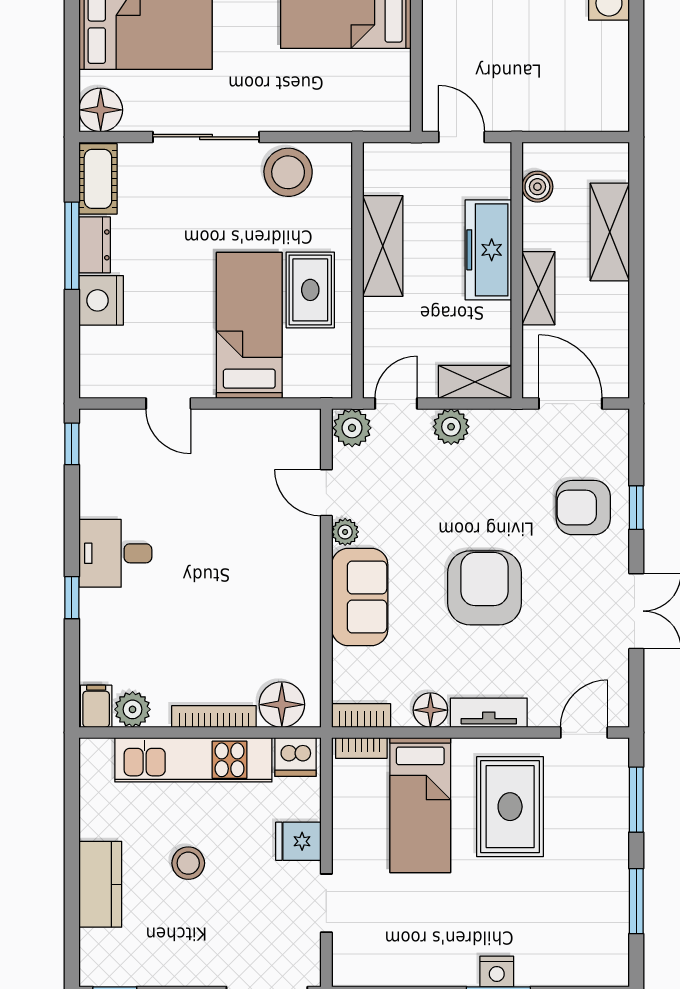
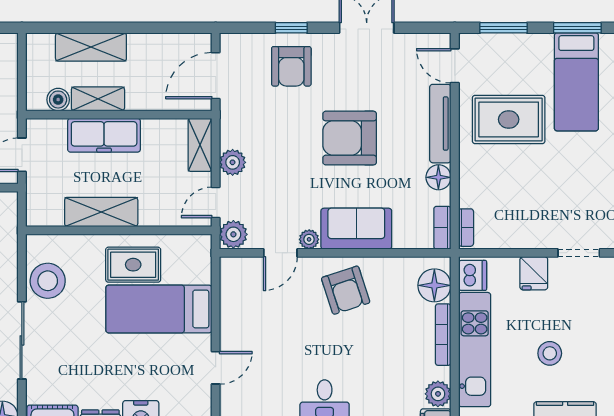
shelving: (538, 288) -> (98, 99), moved
door: (396, 404) -> (216, 202), hinge flipped
armchair: (275, 582) -> (346, 290), added
tv unit: (489, 713) -> (440, 124), width x1.41
bed: (420, 805) -> (576, 82), moved, turned 90

